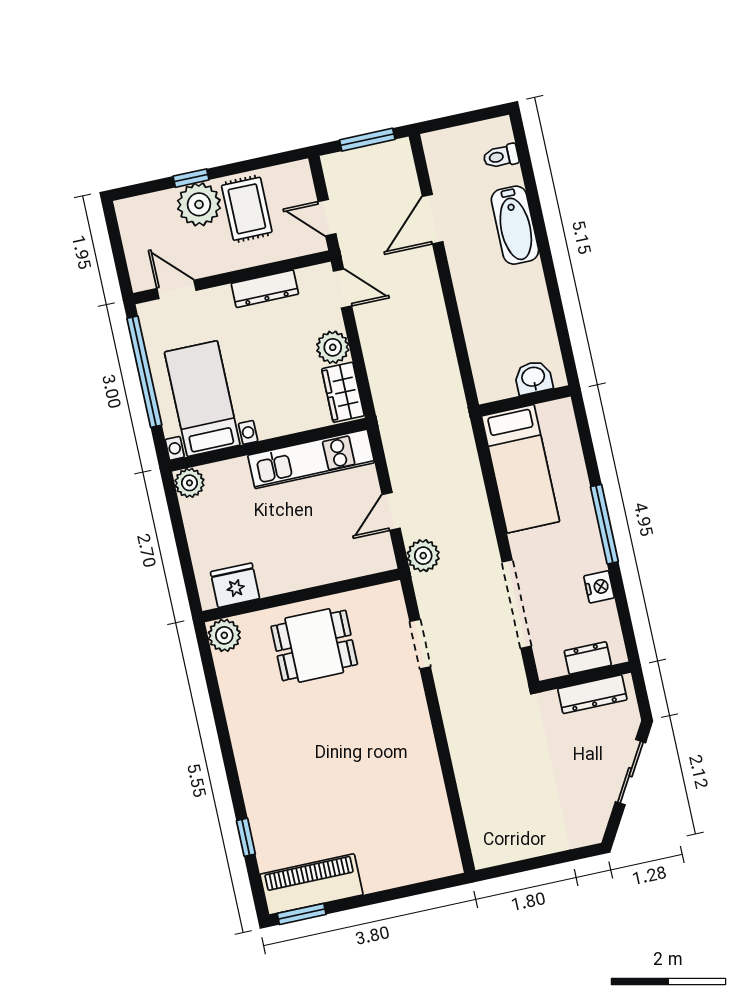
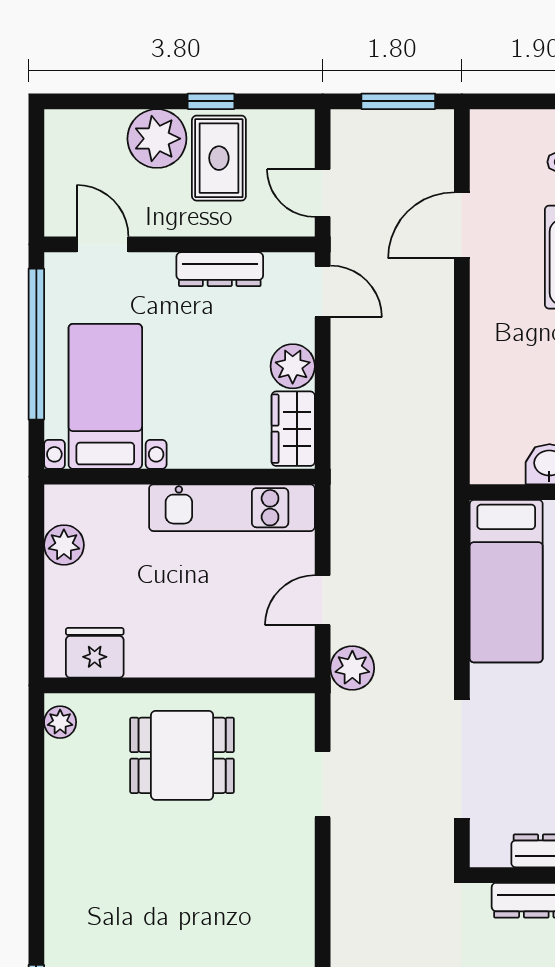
window: (191, 178) -> (211, 101), moved
plant: (189, 483) -> (64, 545), moved
plant: (224, 635) -> (60, 722), width x0.73, depth x0.73

